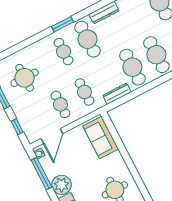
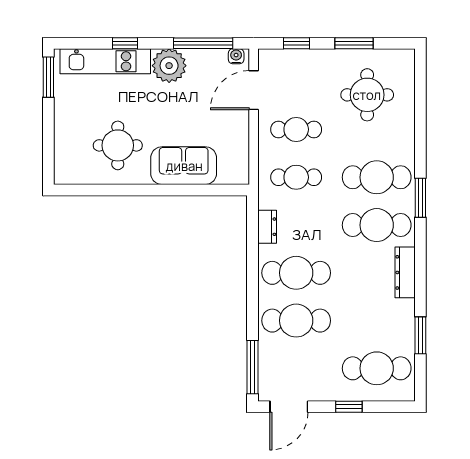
cafe table: (64, 52) -> (377, 177), width x1.37, depth x1.35
dresser: (117, 94) -> (267, 227), width x0.70
door: (52, 136) -> (254, 90), hinge flipped
sofa: (101, 138) -> (184, 166), moved

